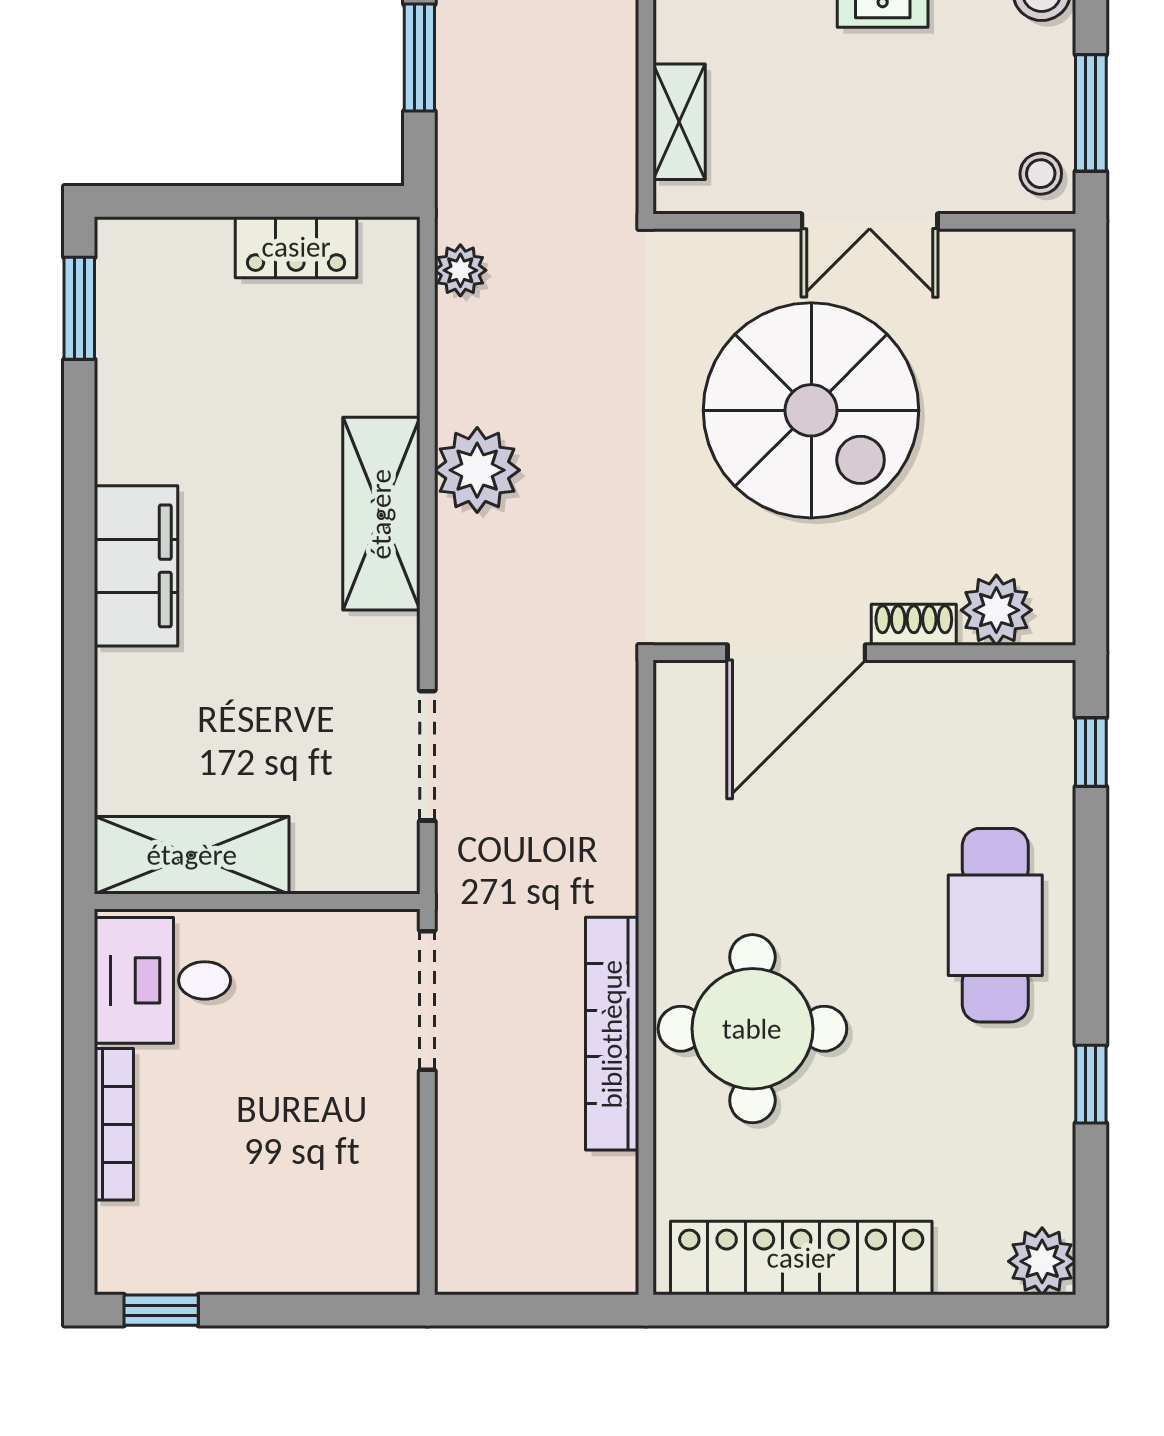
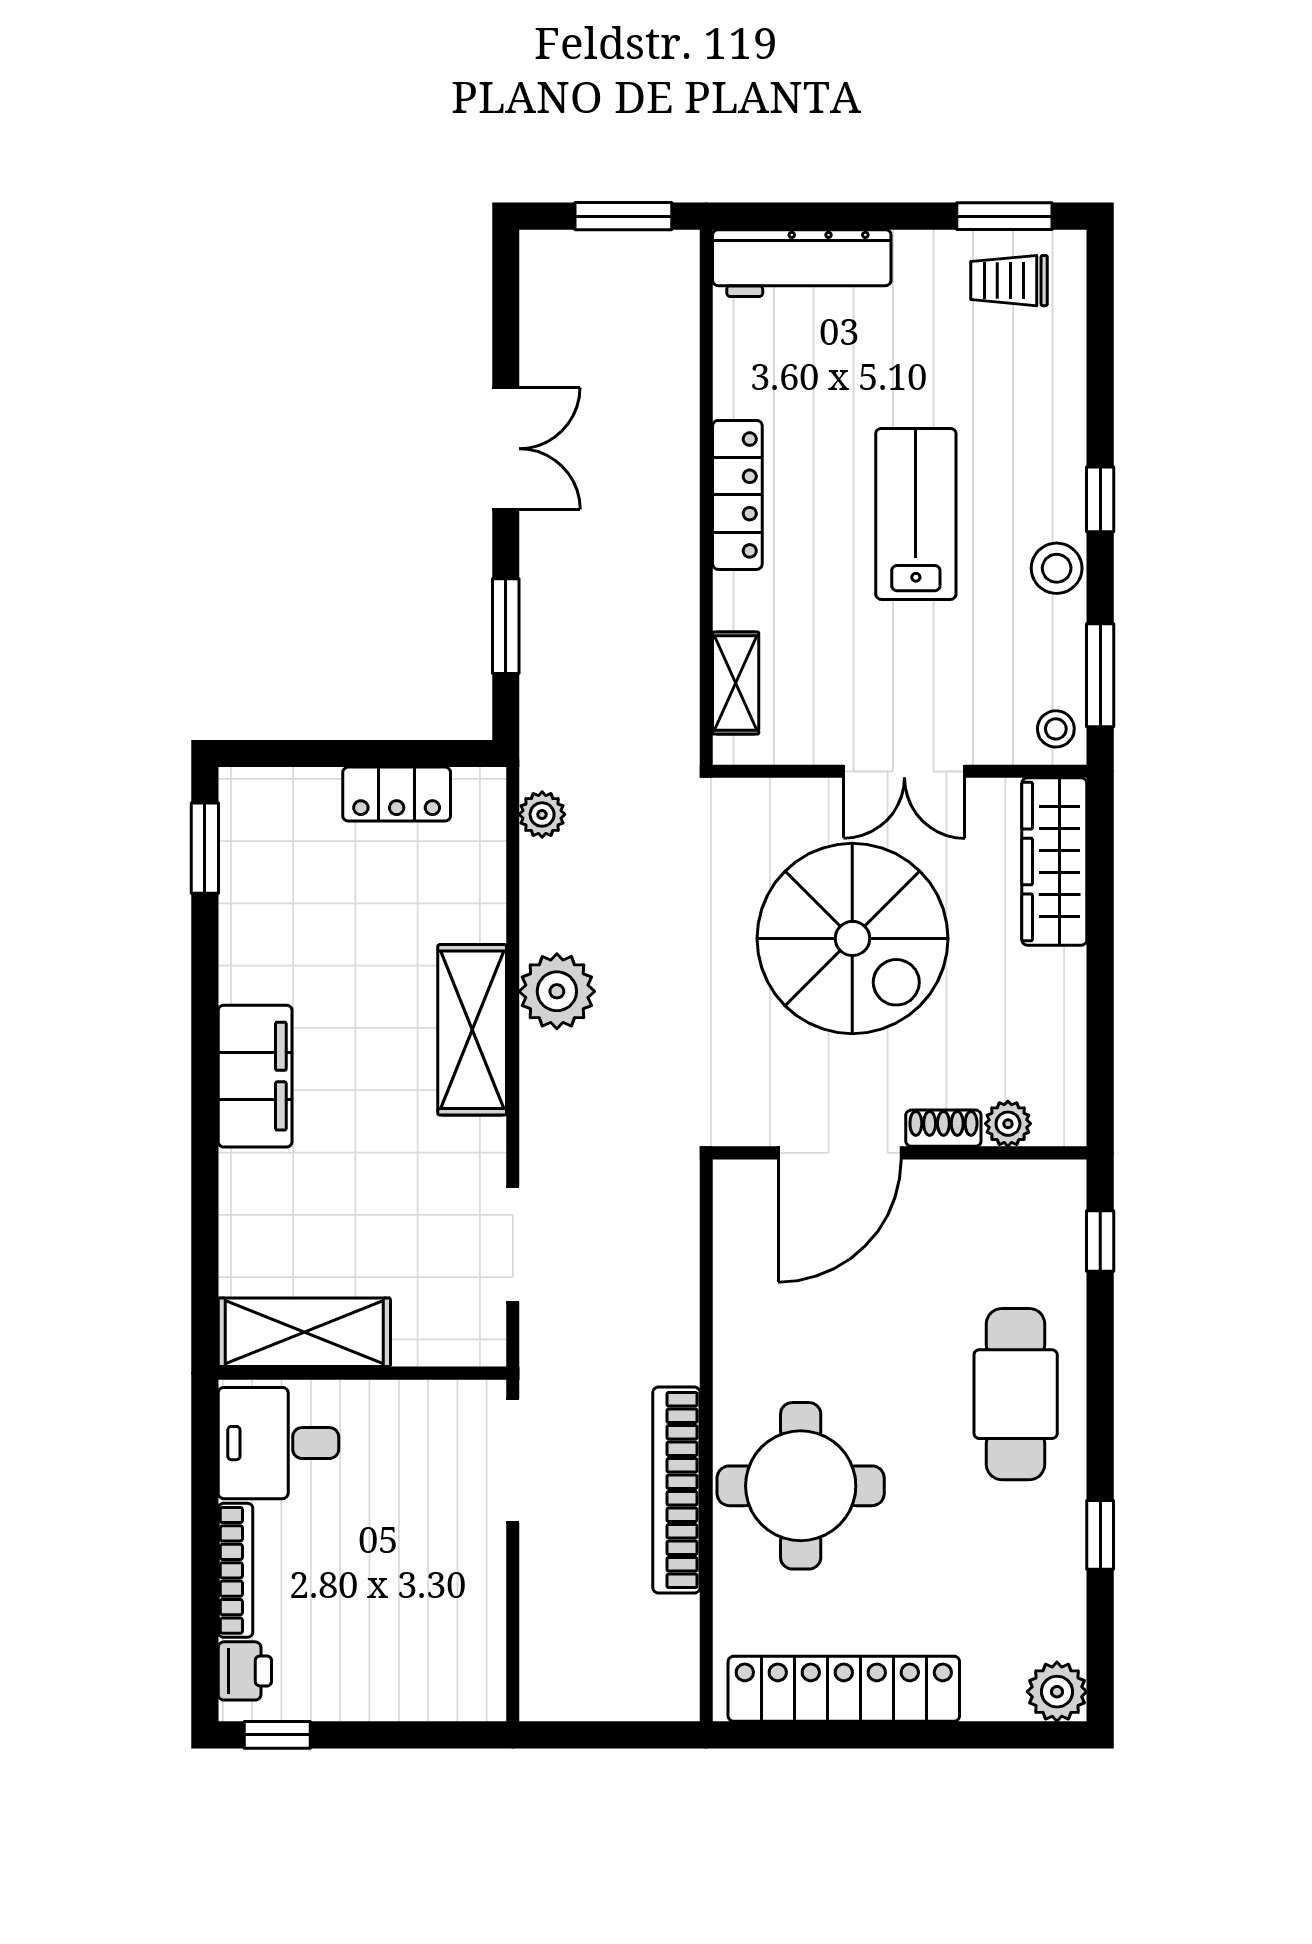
wardrobe: (1039, 323) -> (1054, 862), added
plant: (996, 610) -> (1008, 1124), width x0.73, depth x0.73
printer: (125, 1238) -> (245, 1671), added

